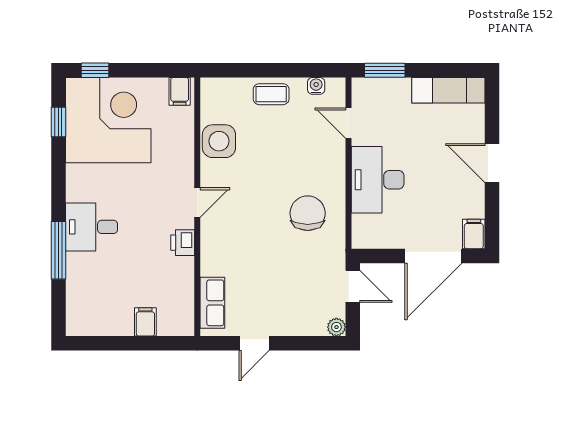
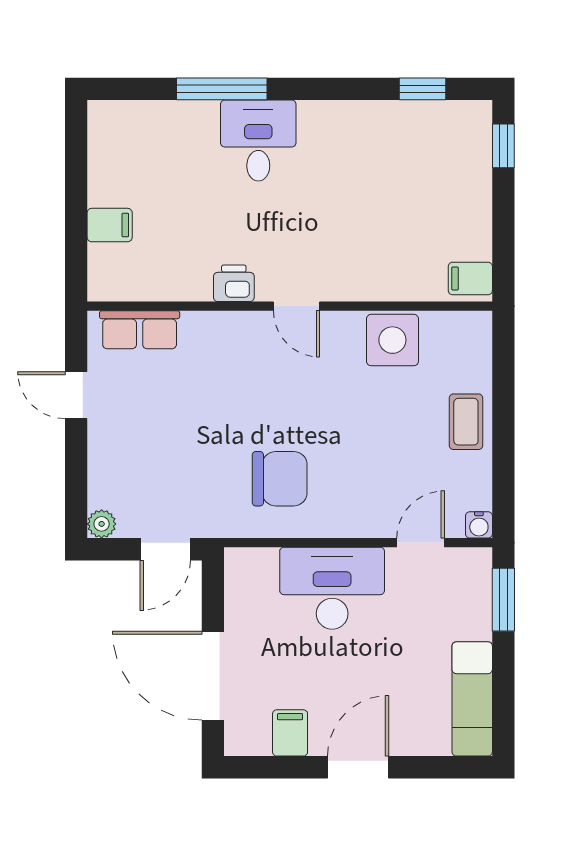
water cooler: (316, 86) -> (479, 525), moved, turned 90
corner desk: (108, 120) -> (425, 167), removed
filing cabinet: (474, 234) -> (290, 733), moved, turned -90

